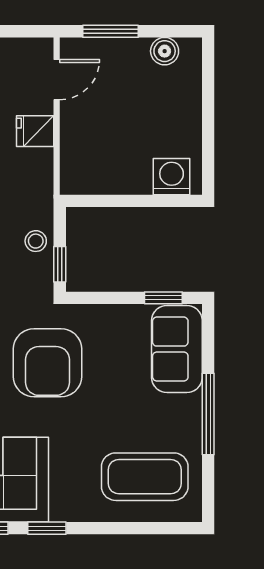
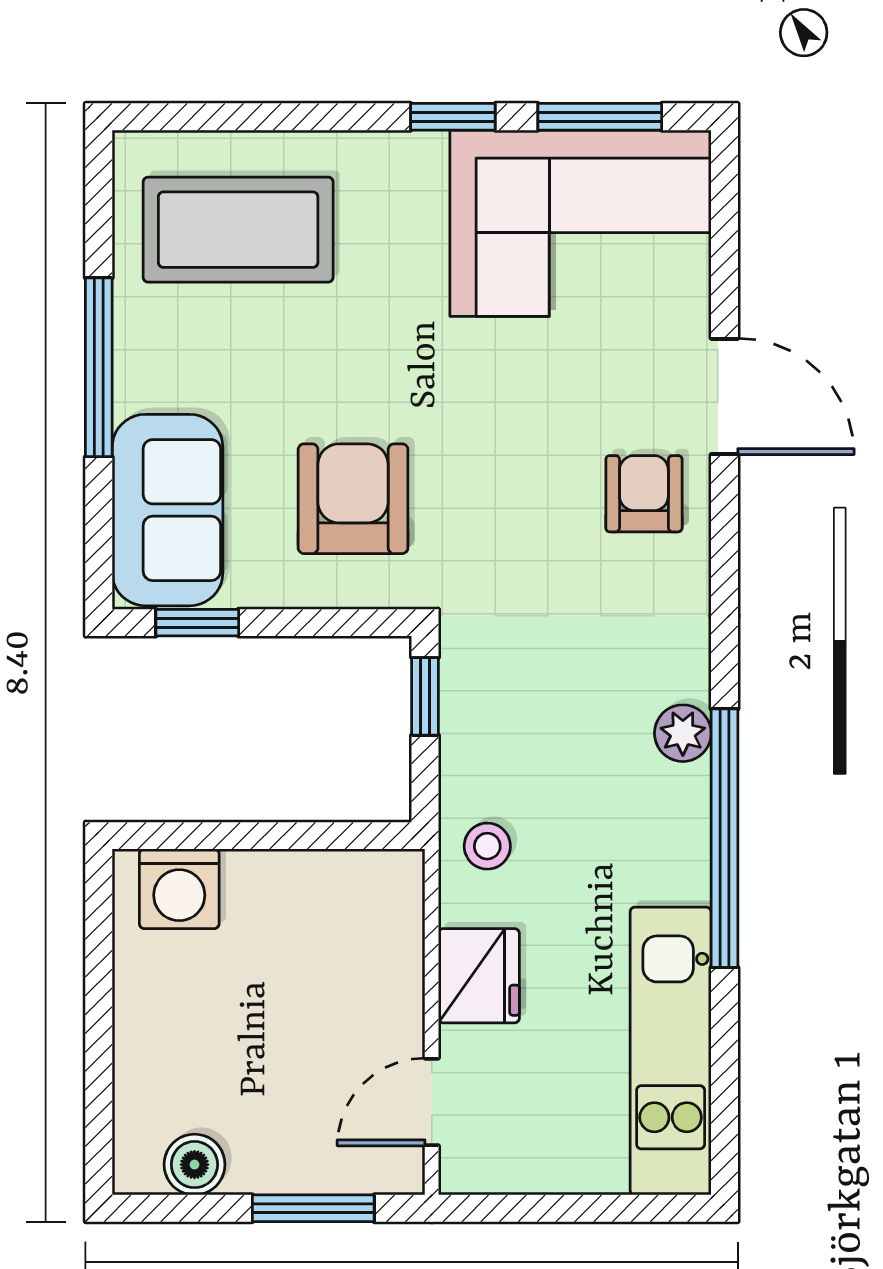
fridge: (35, 131) -> (479, 976), width x1.38
stool: (36, 241) -> (487, 846), moved
armchair: (47, 363) -> (353, 499), moved, width x0.73, depth x0.73

